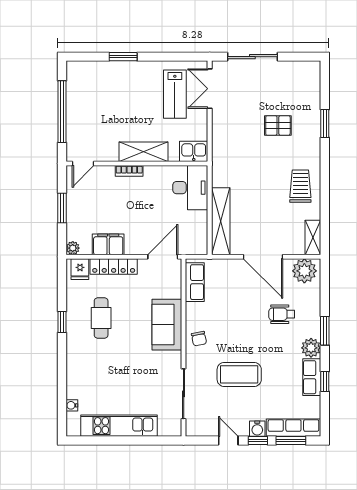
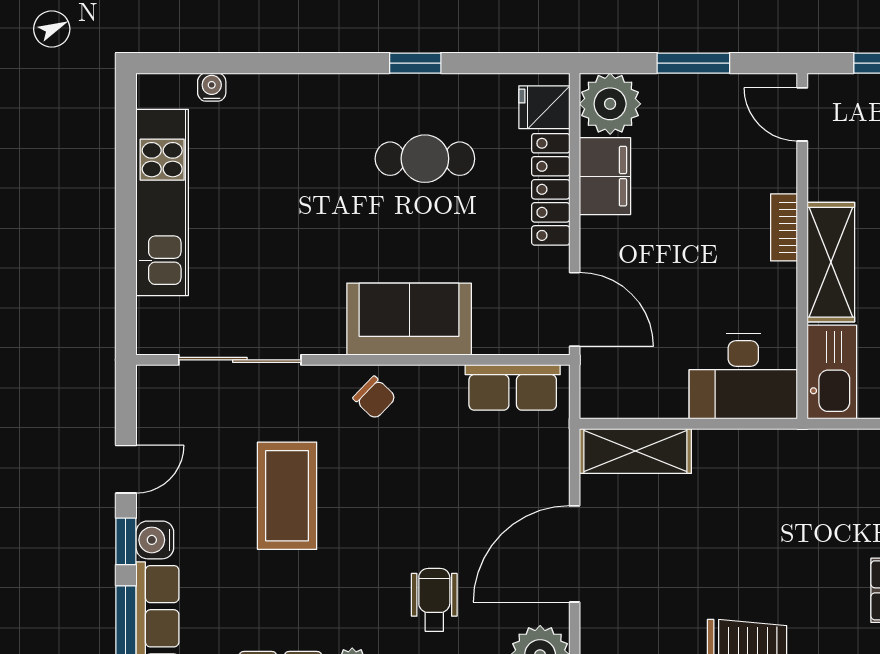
kitchen sink: (194, 151) -> (832, 372), width x1.38
shelving: (221, 221) -> (635, 451), width x0.68
plant: (73, 248) -> (610, 104), width x1.87, depth x1.87
chair: (199, 339) -> (375, 398), turned -125

